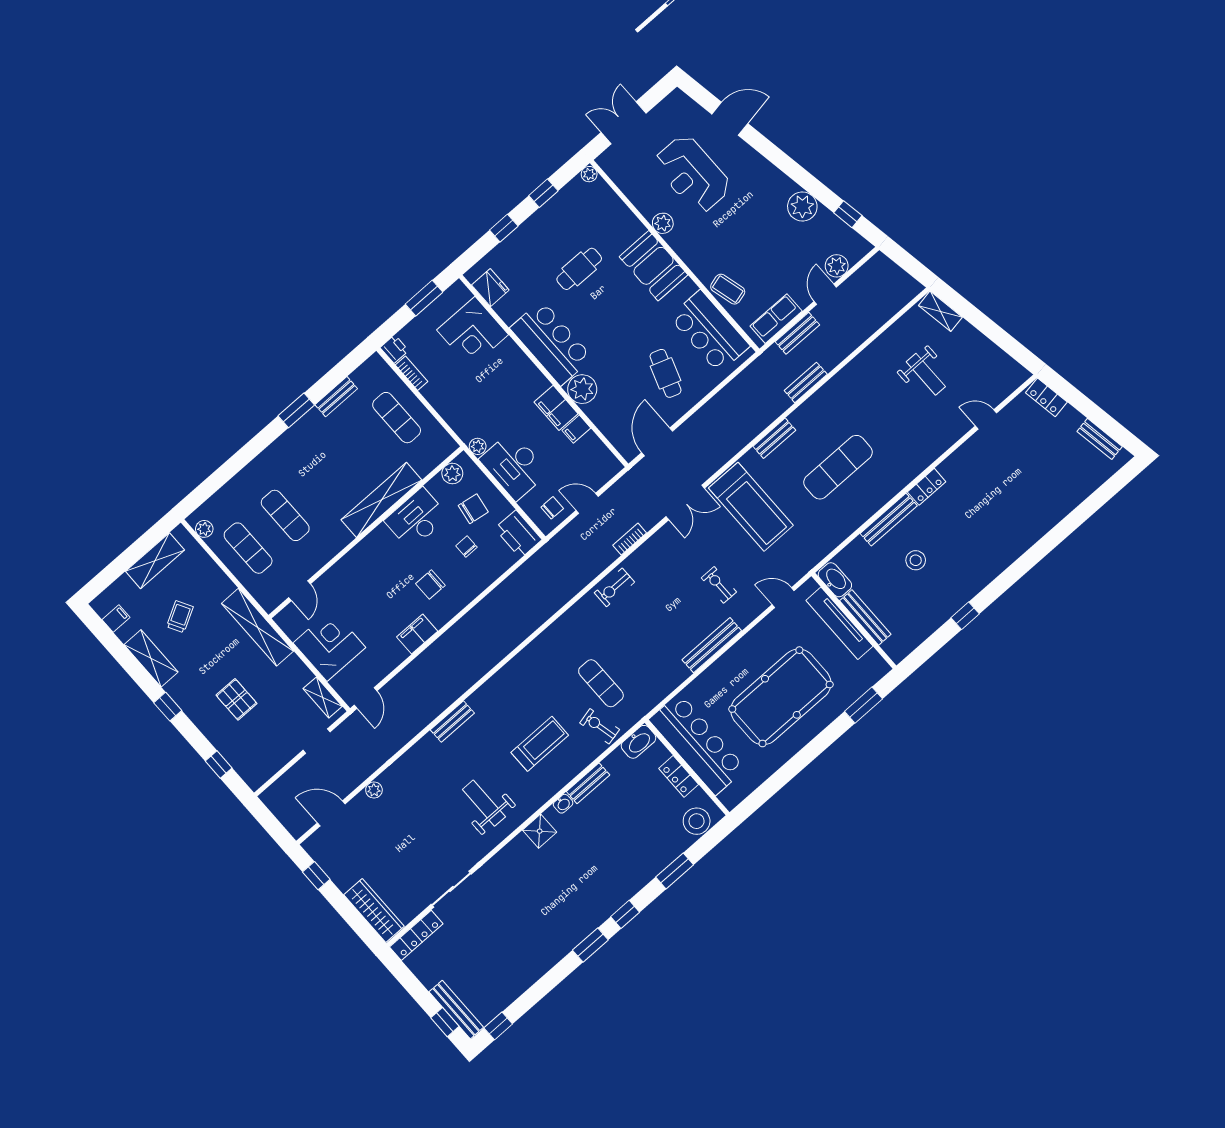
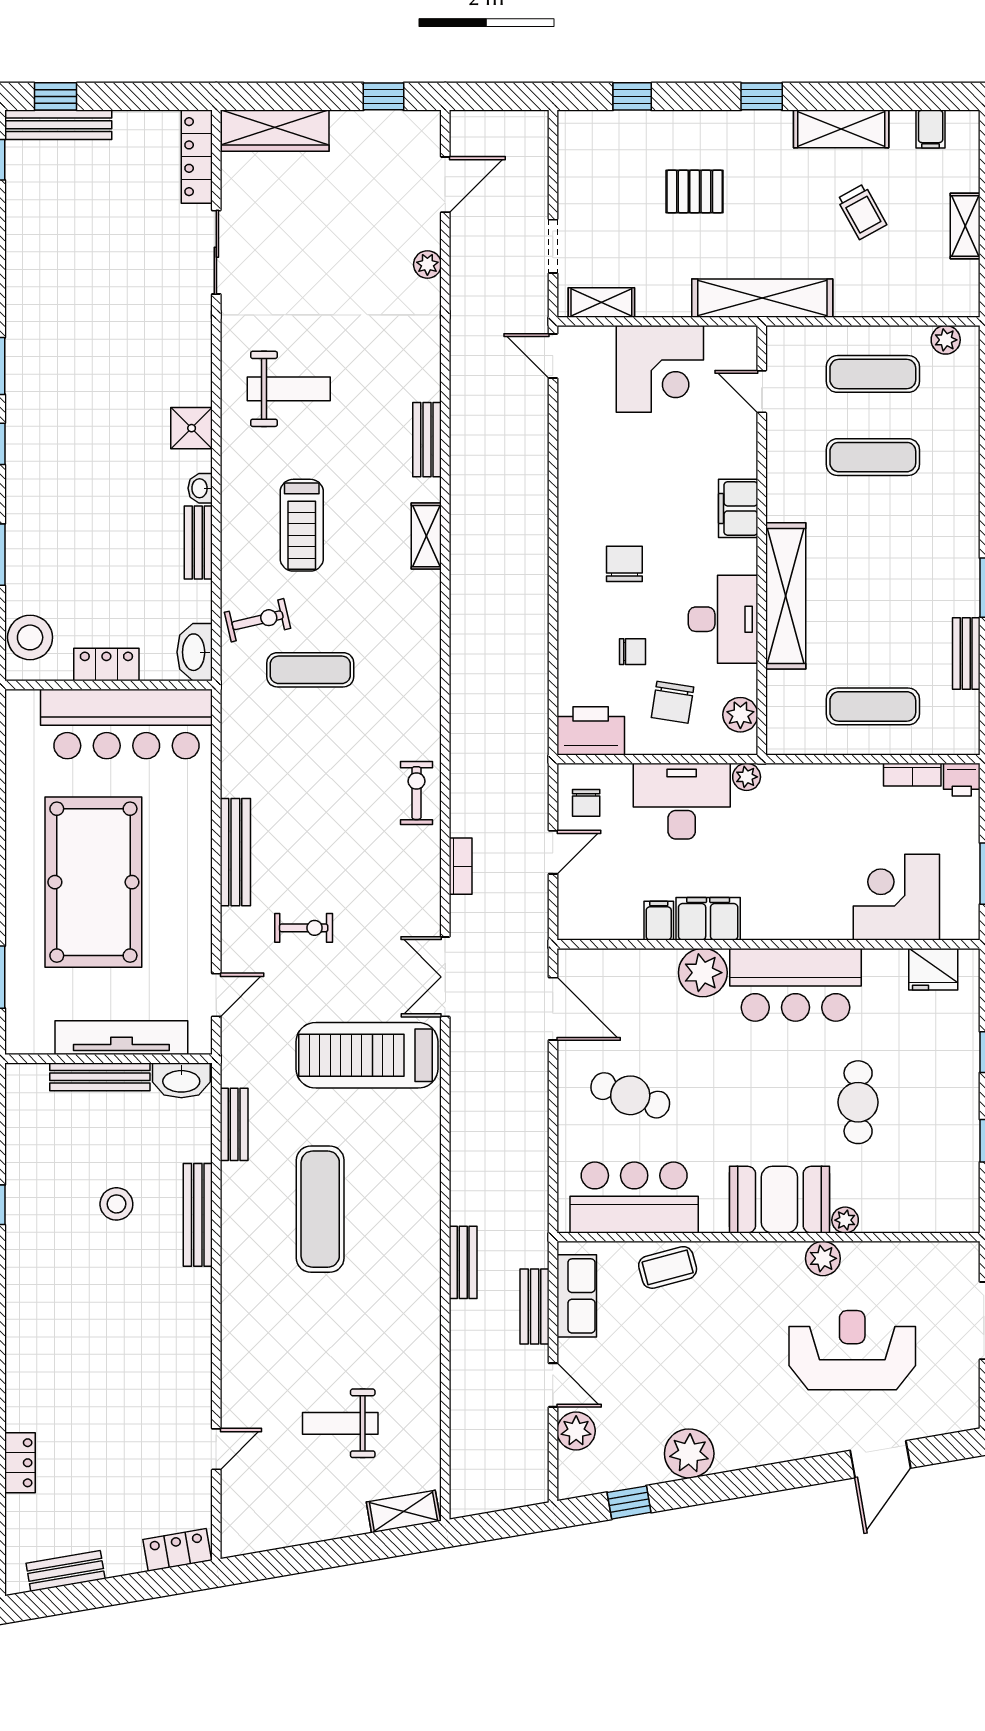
plant: (589, 174) -> (845, 1220), moved
bench: (774, 438) -> (234, 1124), moved
locker: (927, 487) -> (20, 1463), moved, turned 180
shelving: (155, 561) -> (965, 226), width x0.67, depth x0.75
filing cabinet: (417, 634) -> (738, 508), moved, turned 180
shelving: (496, 684) -> (426, 536), added

